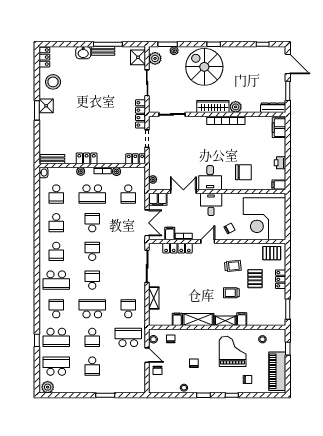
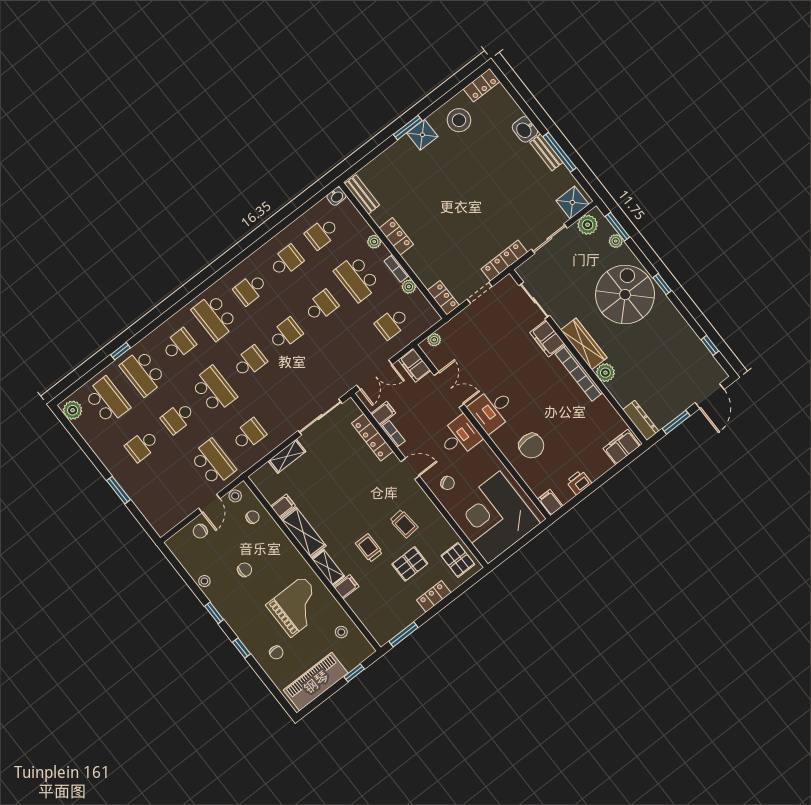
filing cabinet: (196, 123) -> (547, 338), added
school desk: (56, 223) -> (286, 261), turned 180

